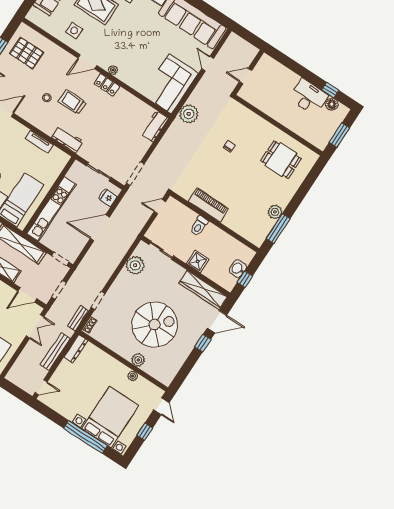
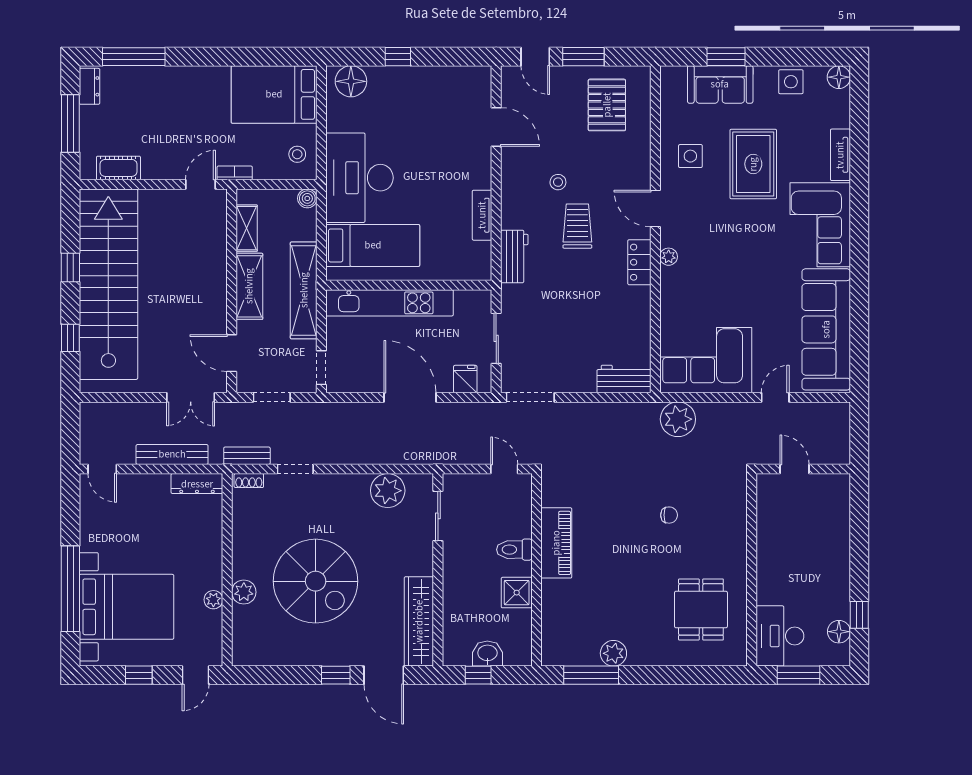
desk: (309, 97) -> (780, 636), moved, turned 180
shower: (198, 261) -> (517, 593), moved

